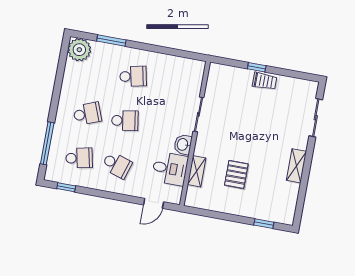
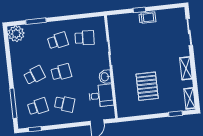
school desk: (171, 83) -> (85, 38), added
shelving: (197, 171) -> (190, 98), moved
pallet: (236, 174) -> (147, 86), width x1.50, depth x1.42

